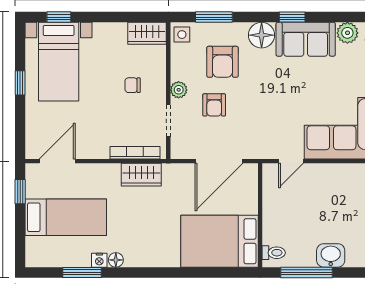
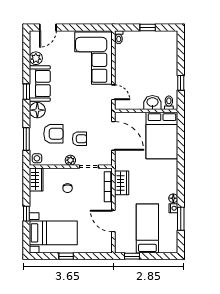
window: (59, 17) -> (26, 214), moved
door: (57, 161) -> (113, 221), moved
washbasin: (331, 255) -> (152, 103), moved, turned 90
window: (307, 272) -> (181, 83), width x0.46

